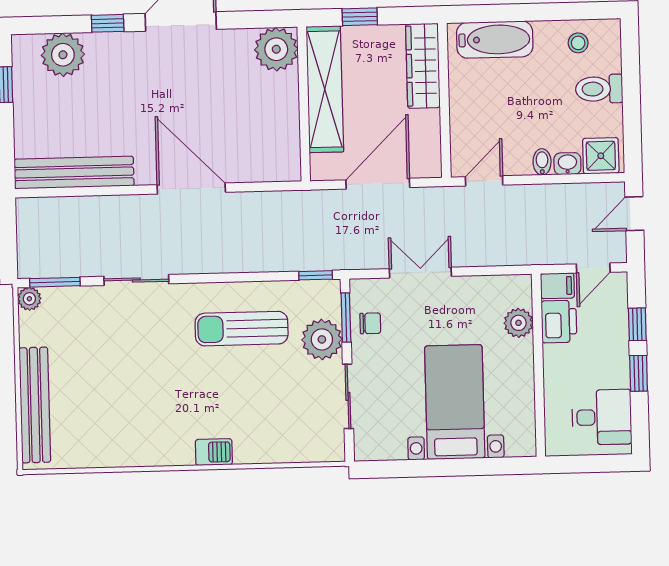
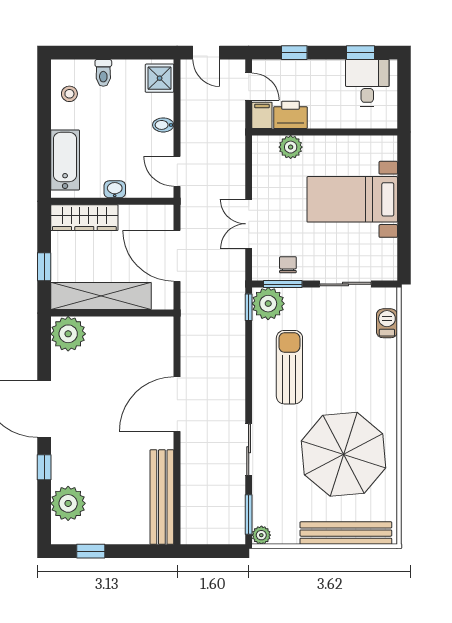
toilet: (599, 89) -> (103, 73), width x0.73, depth x0.72
washbasin: (567, 164) -> (115, 189), moved, turned 90
sun lounger: (242, 329) -> (289, 367), turned 180
plant: (322, 339) -> (268, 304), moved
window: (639, 373) -> (361, 53), moved
parasol: (134, 400) -> (344, 454), added
barbecue: (214, 452) -> (387, 323), moved

